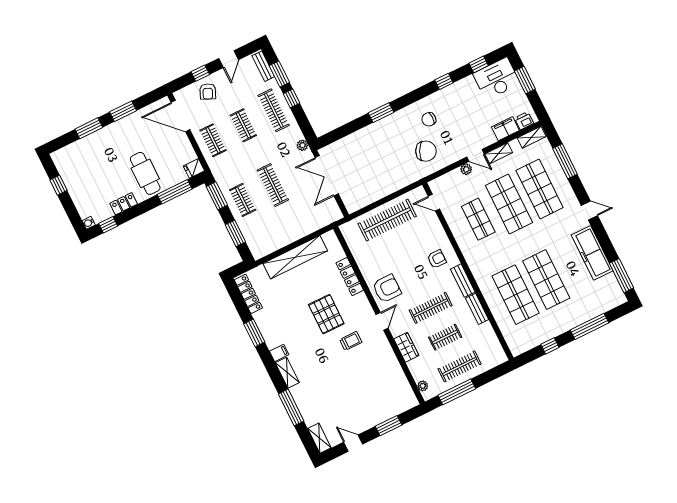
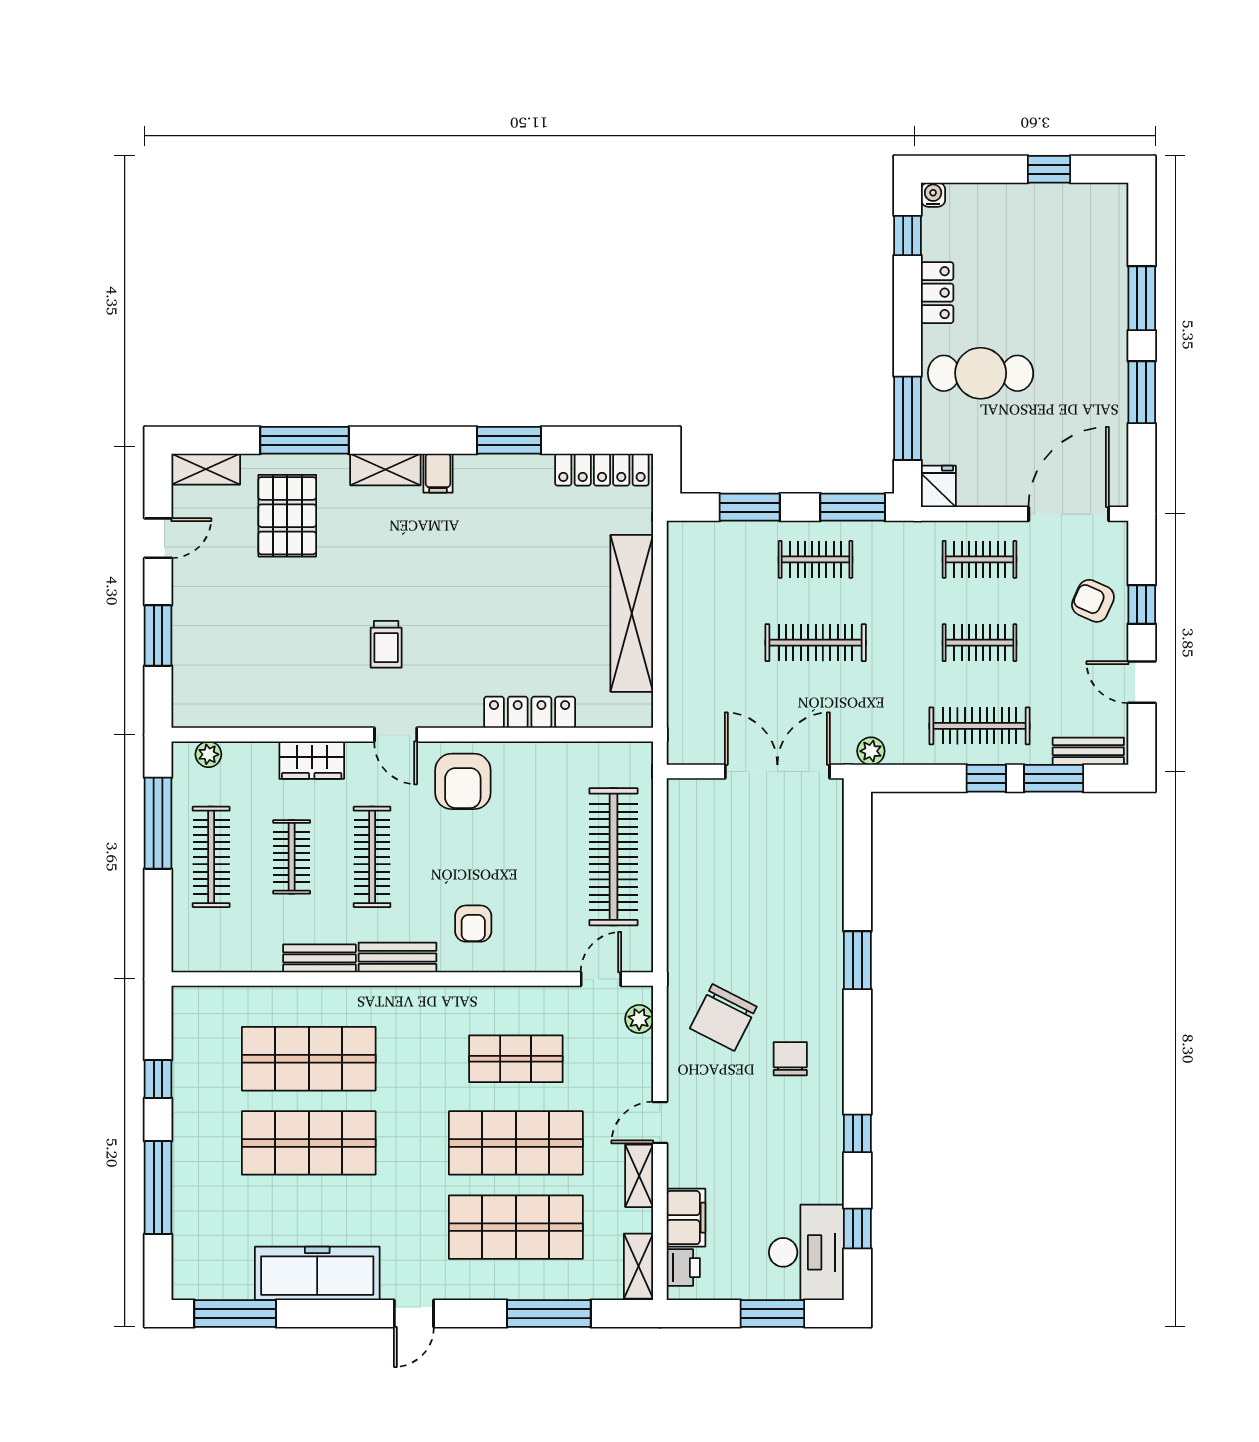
plant: (466, 169) -> (639, 1019), moved
pallet: (326, 314) -> (287, 516), moved, turned 90

